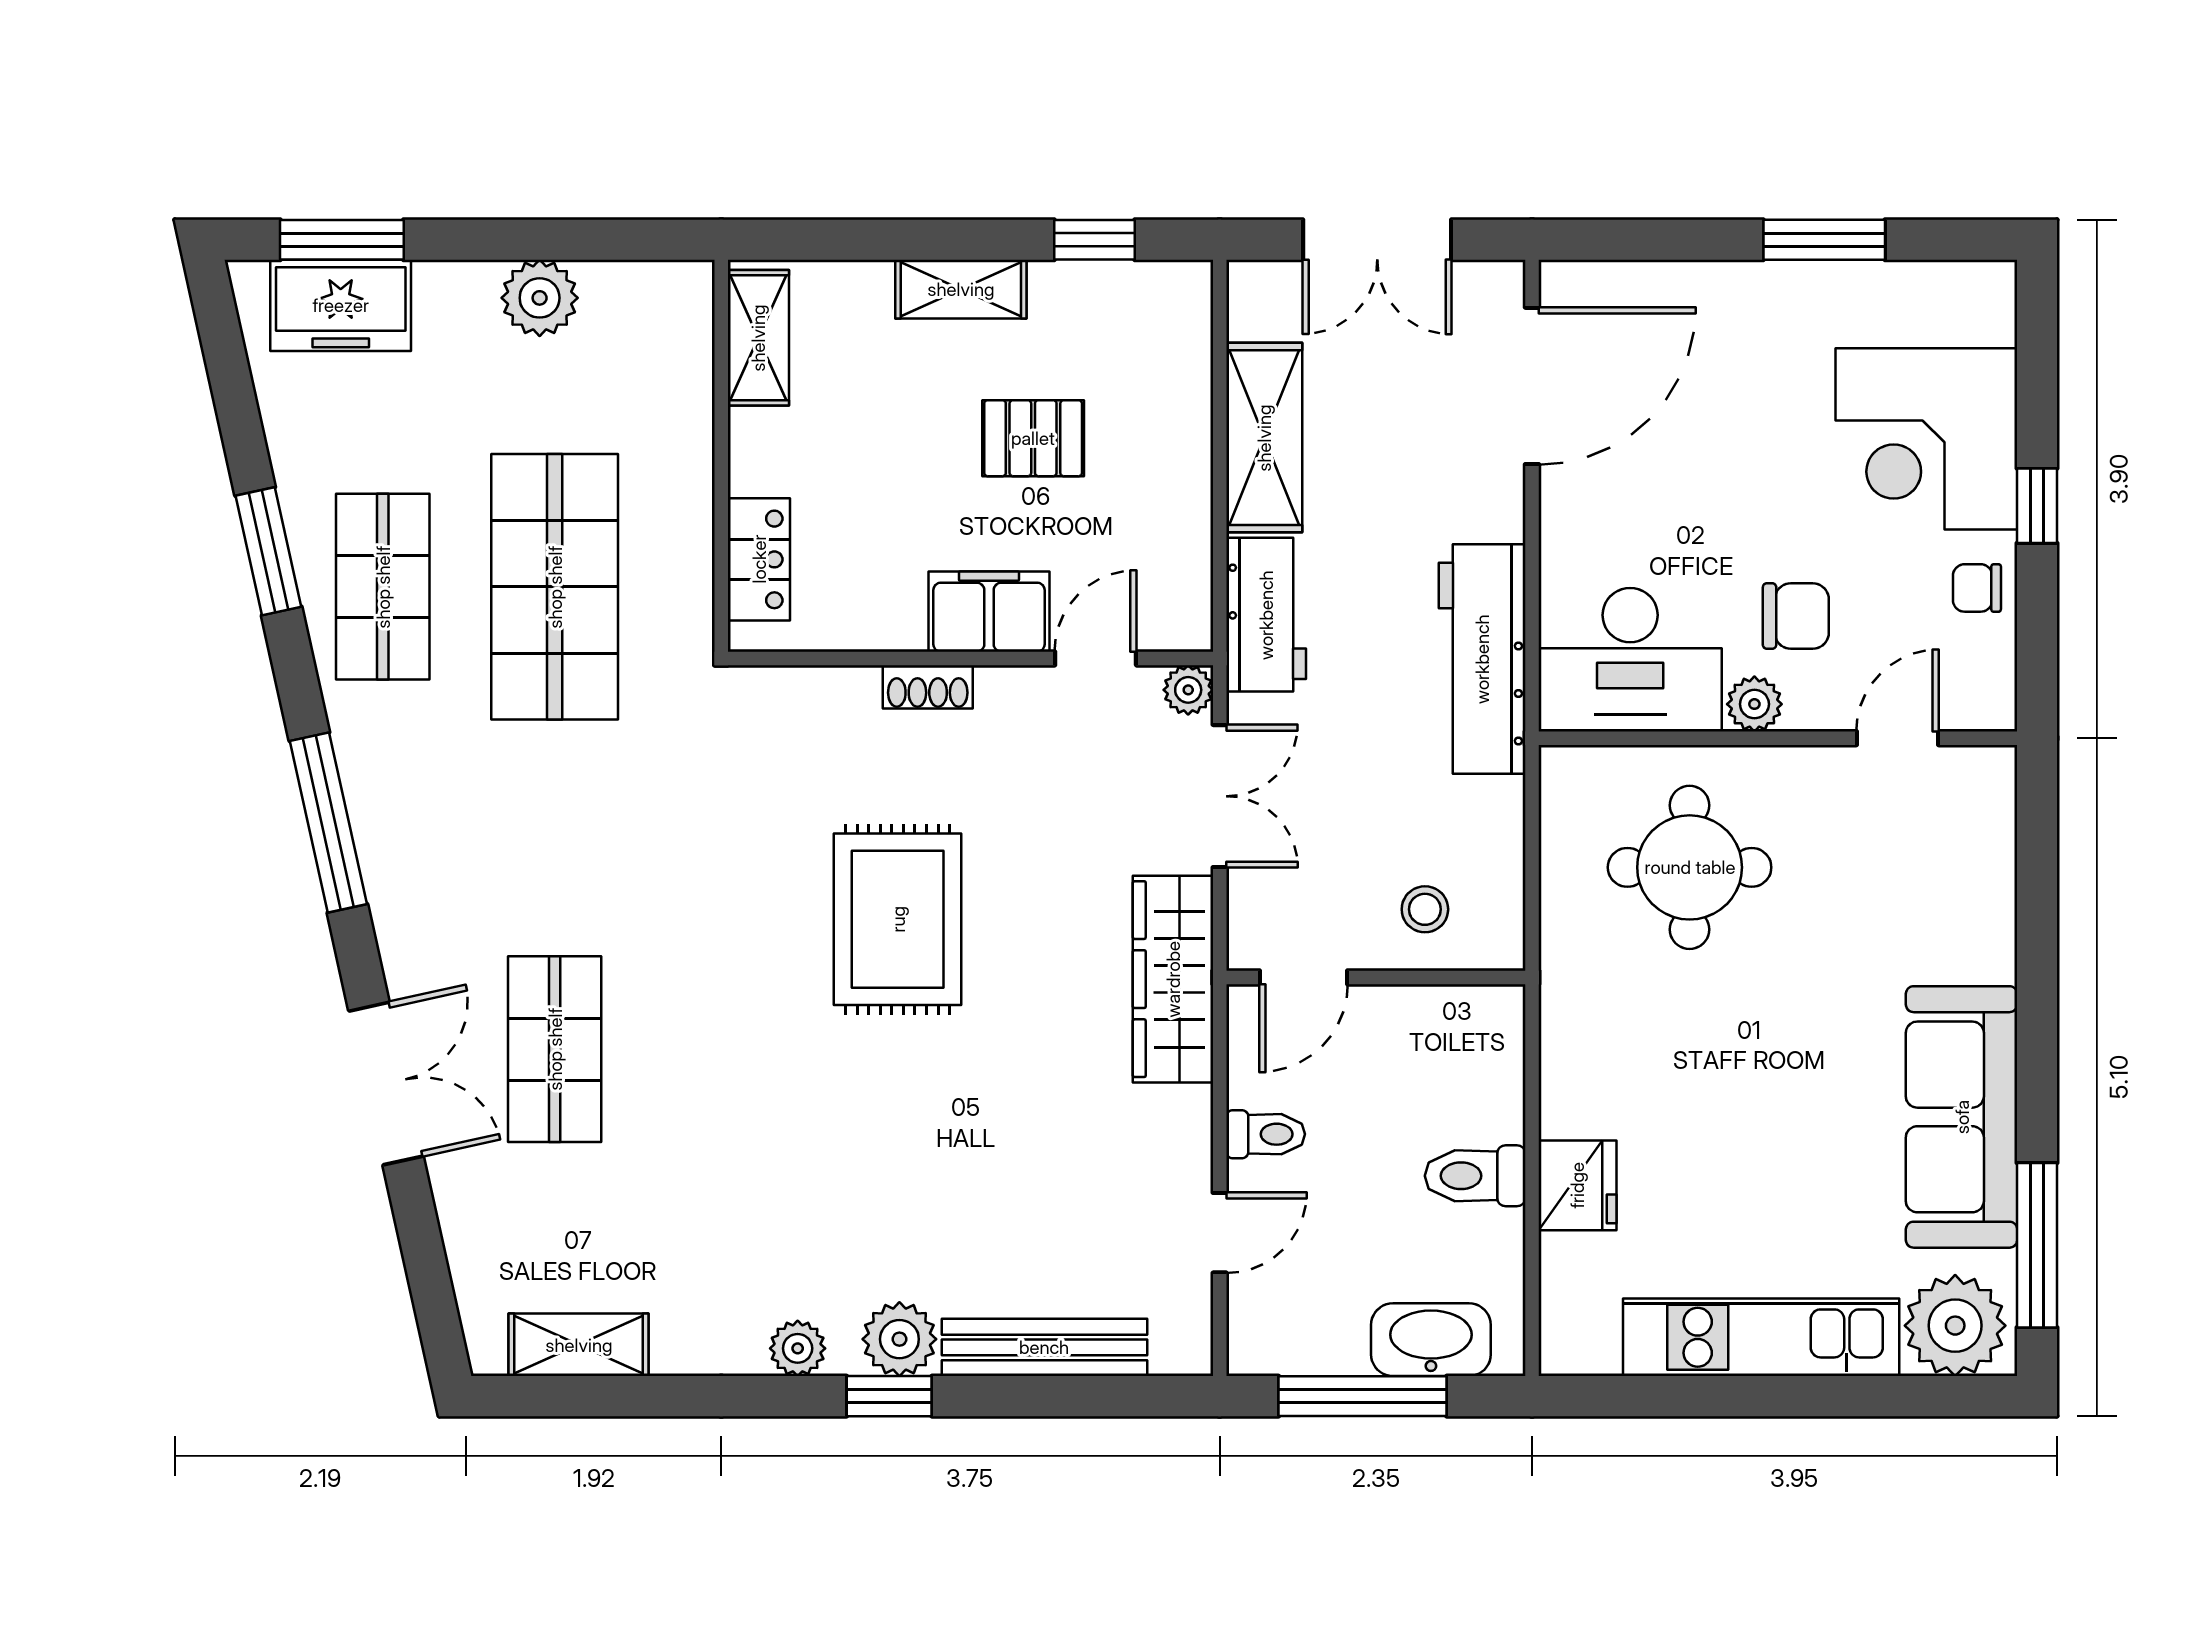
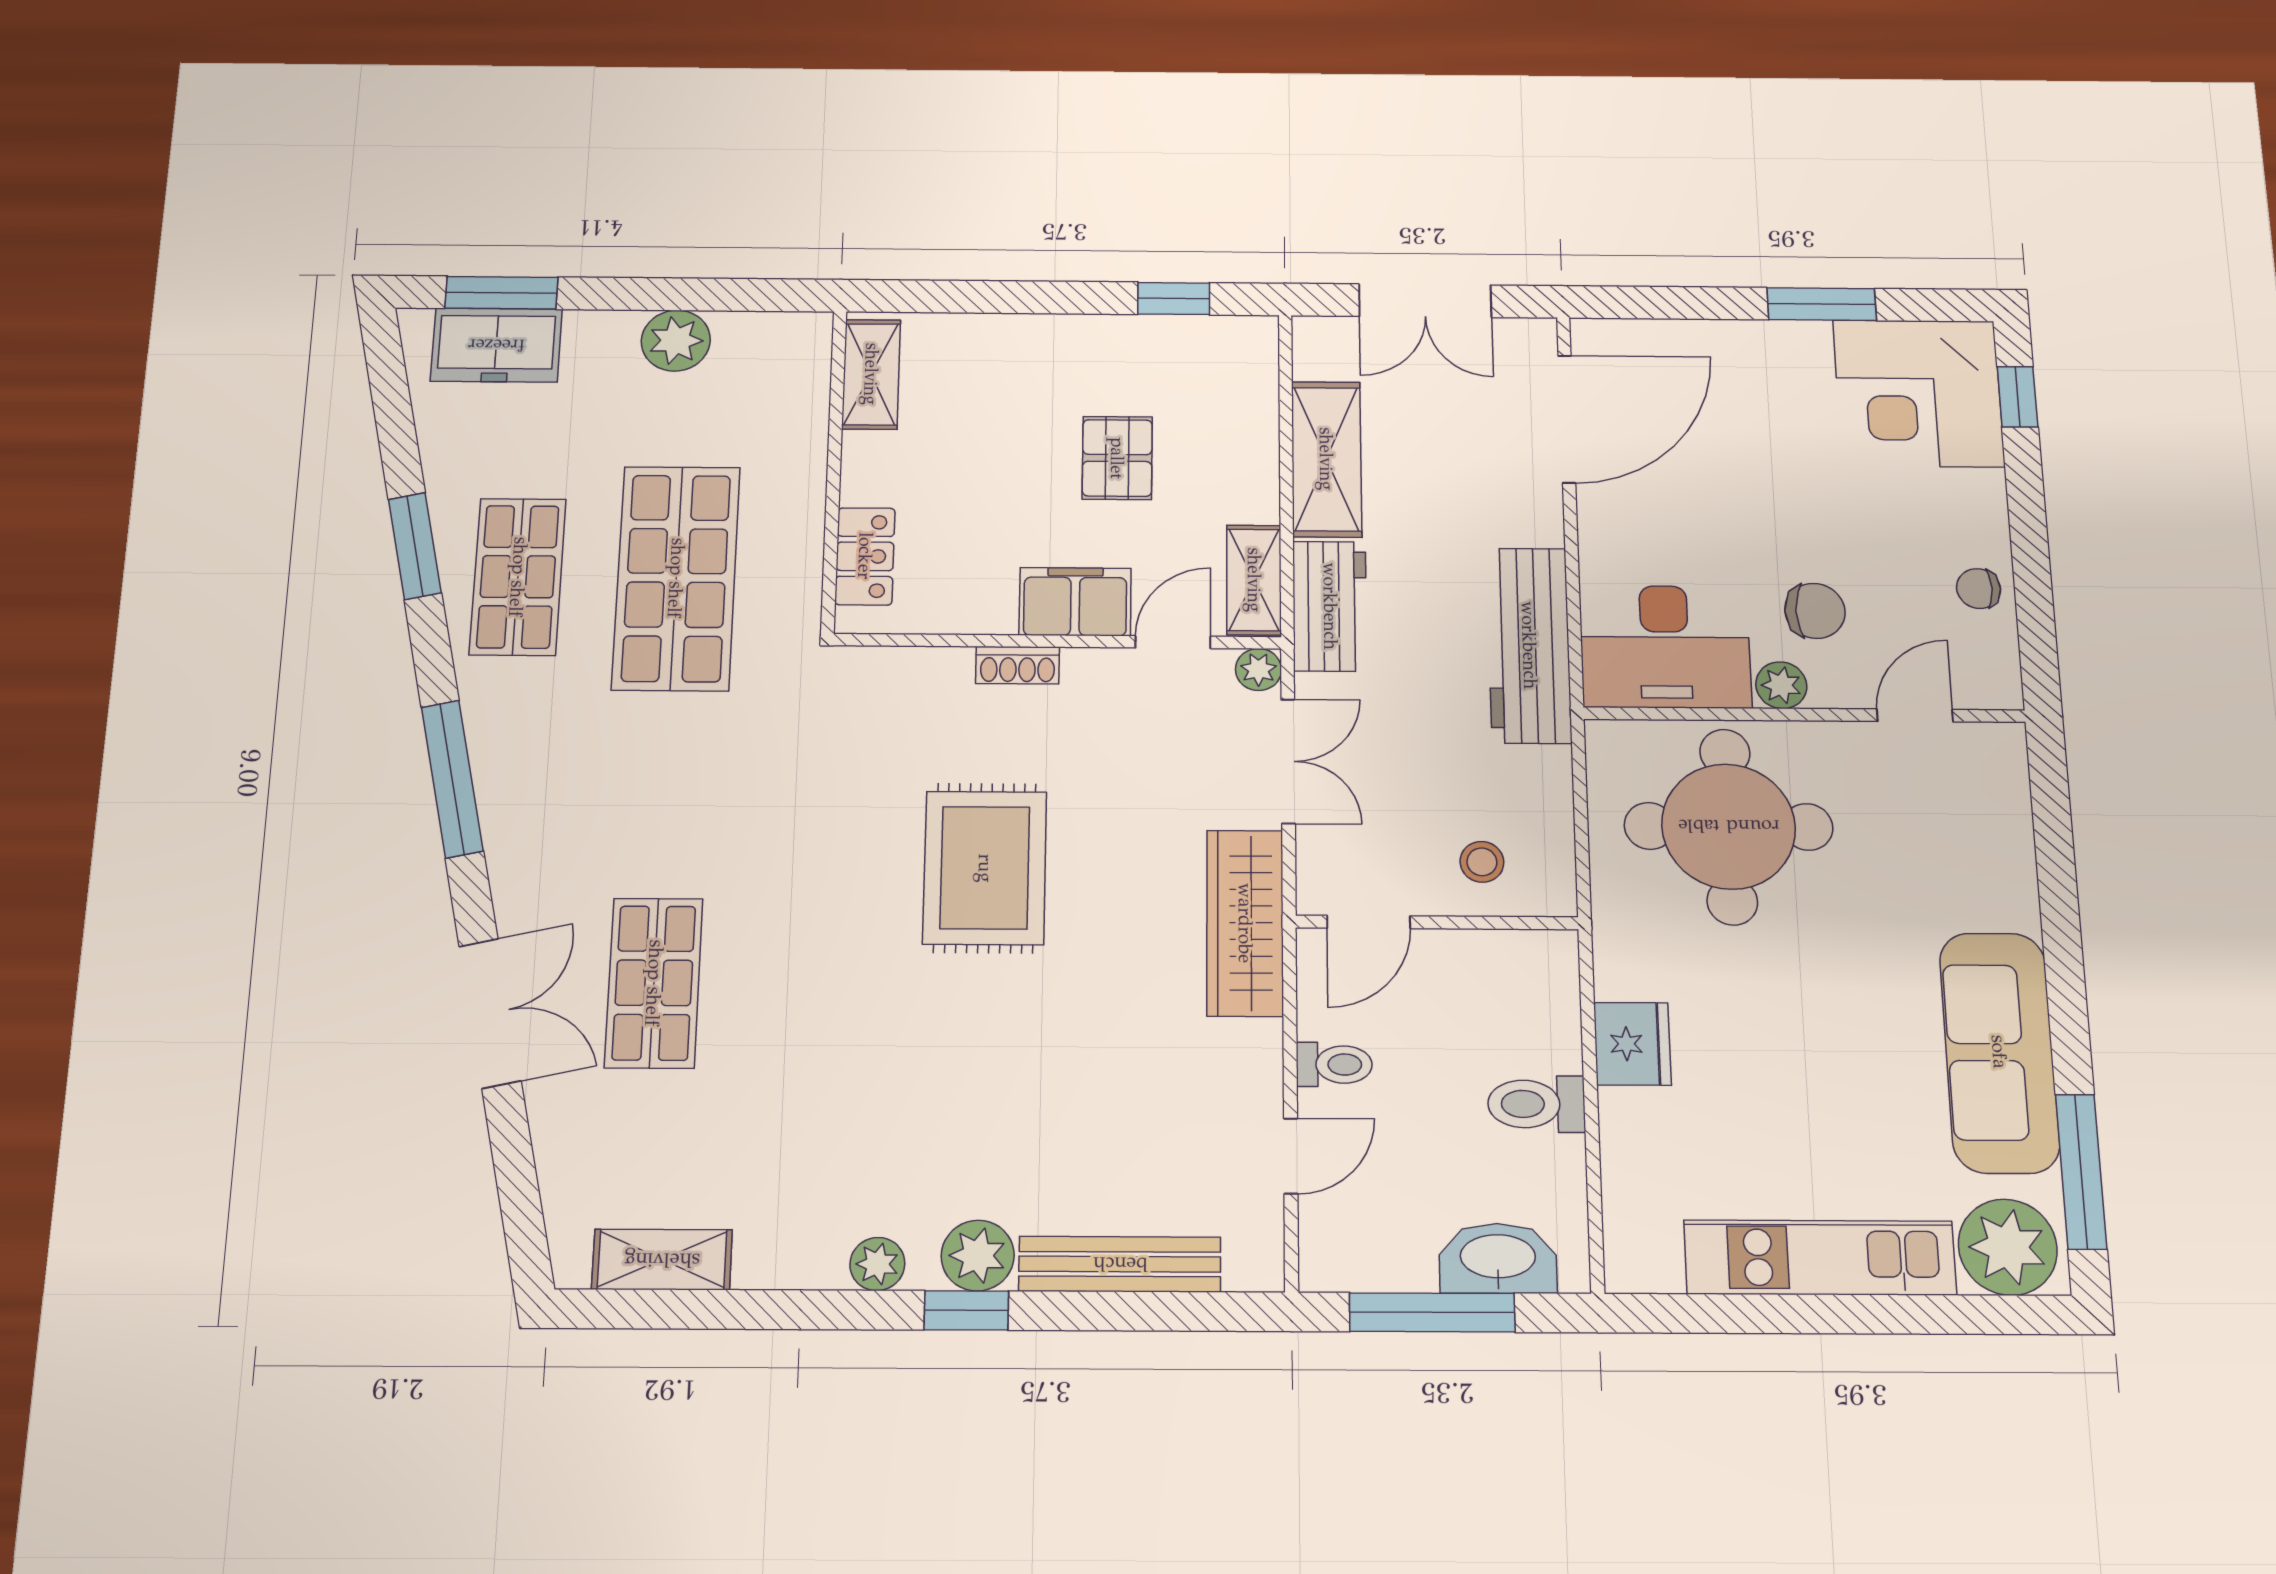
shelving: (961, 289) -> (1254, 580), moved, turned 90
pallet: (1033, 438) -> (1117, 458), turned 90
corner desk: (1926, 439) -> (1918, 393), moved
window: (2037, 506) -> (2017, 397), moved
round table: (1690, 867) -> (1729, 826), width x1.36, depth x1.36
fridge: (1577, 1185) -> (1632, 1044), moved

